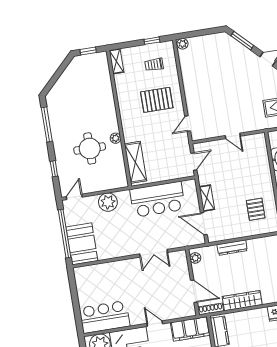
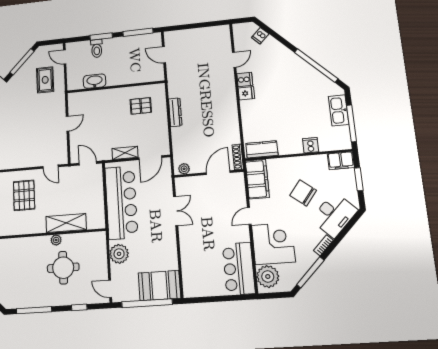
shelving: (135, 162) -> (66, 223), moved
bar counter: (157, 199) -> (121, 202), width x1.36
dresser: (232, 248) -> (175, 112), moved
wardrobe: (242, 301) -> (231, 125), removed

